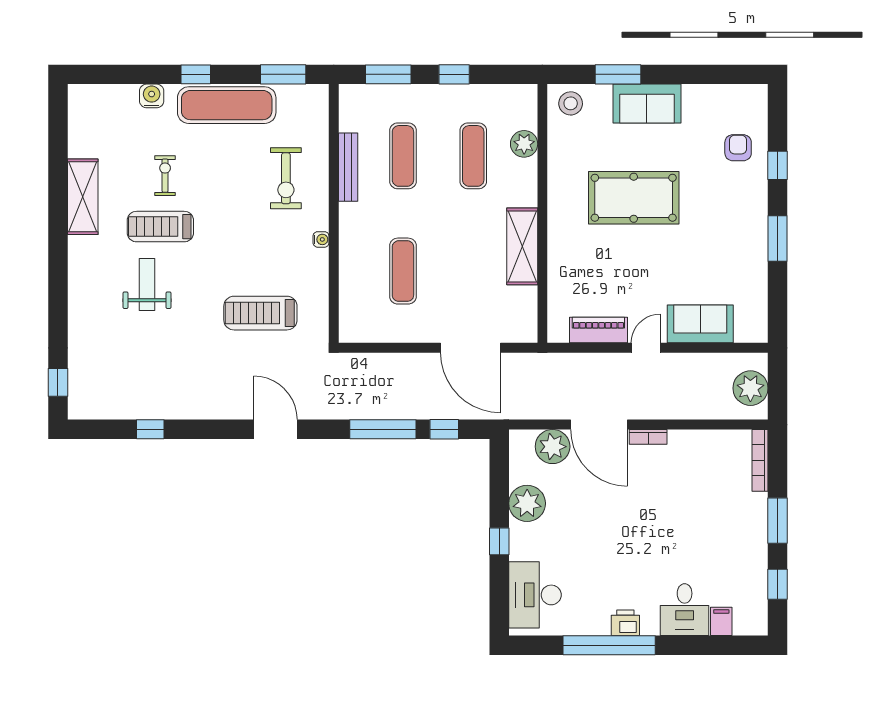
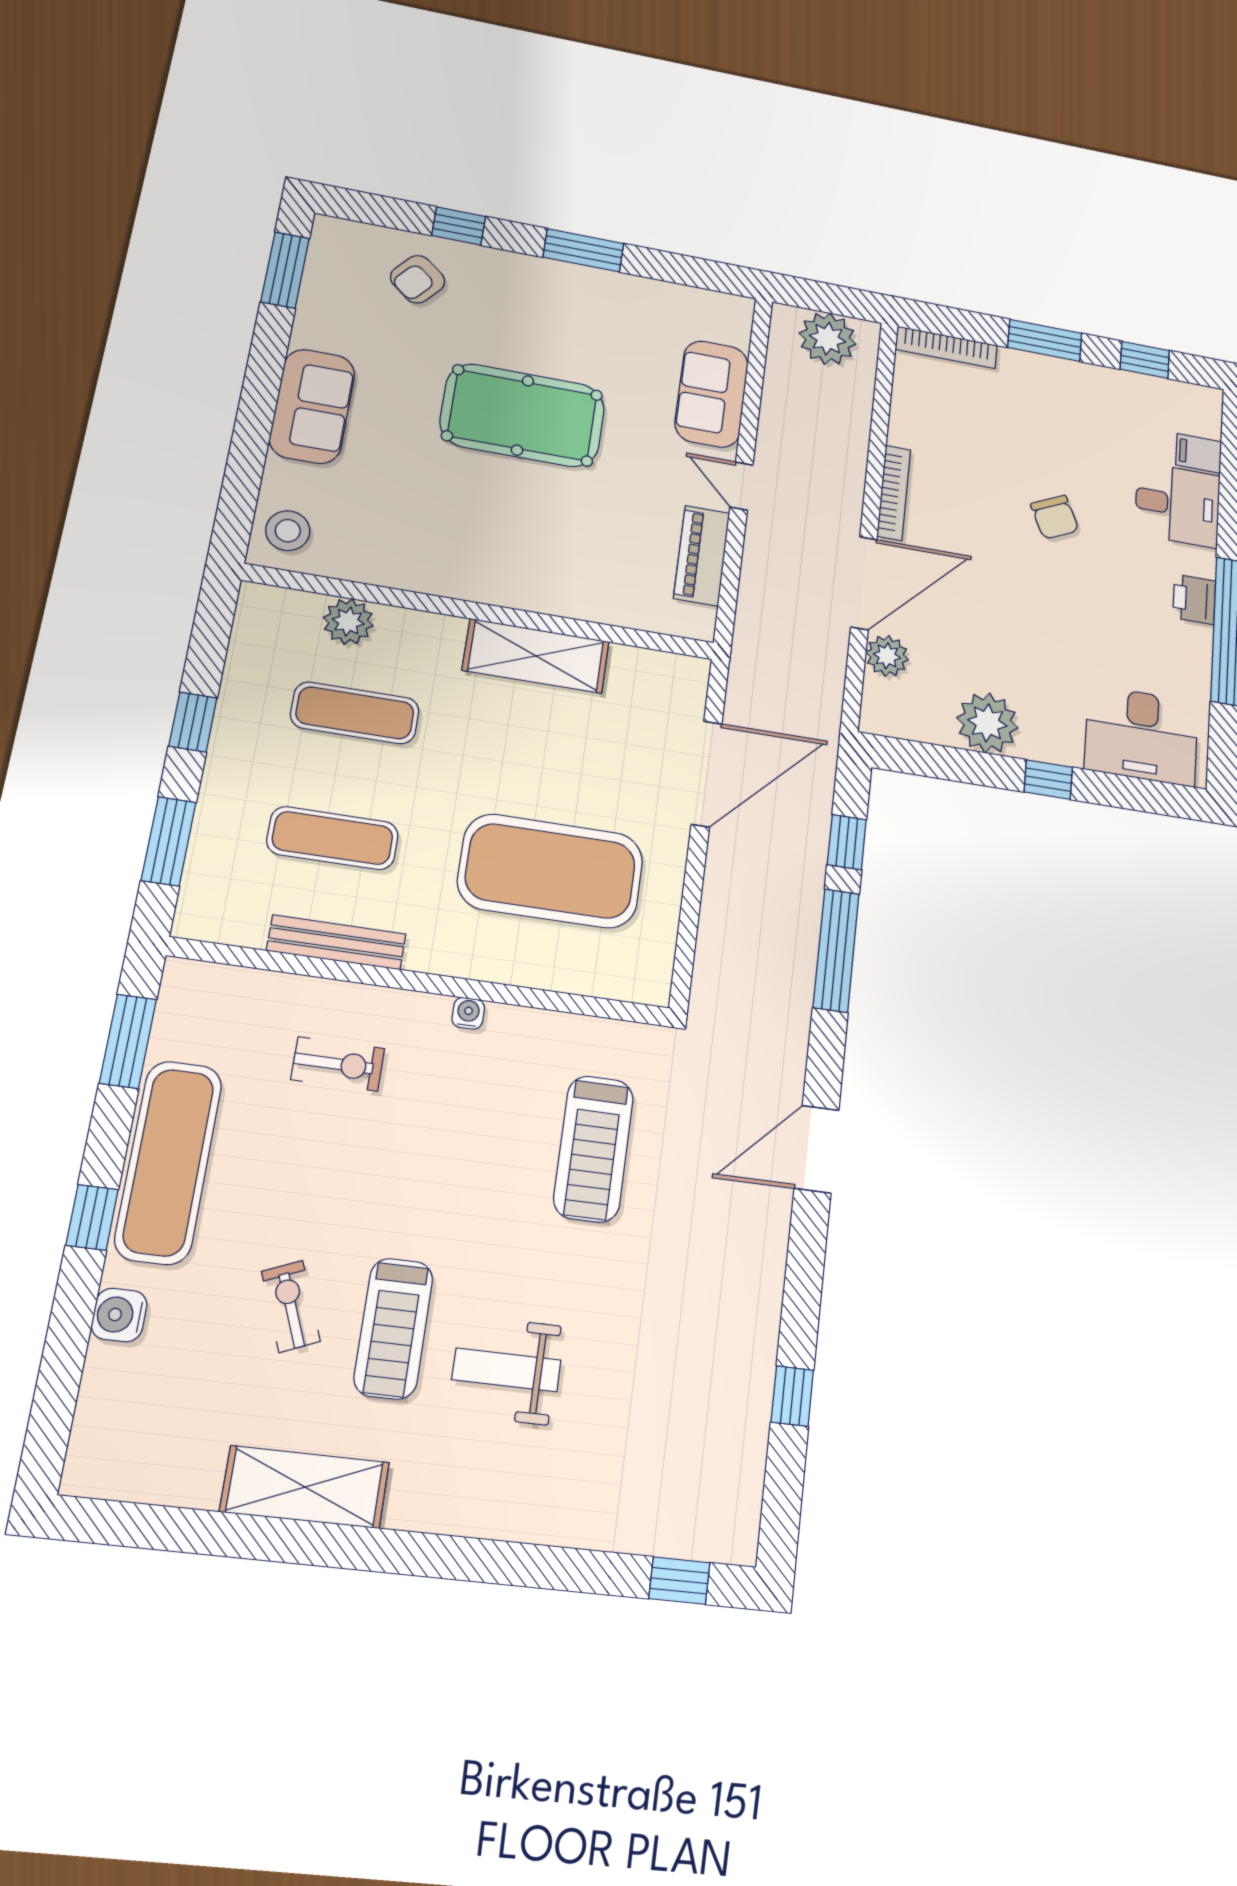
window: (618, 74) -> (285, 270), moved
armchair: (738, 148) -> (418, 279), turned -50
exercise bike: (165, 176) -> (291, 1306), turned 68
exercise bike: (286, 178) -> (338, 1064), width x0.73, depth x0.72
pool table: (634, 198) -> (523, 415), moved, turned 90
exercise mat: (403, 271) -> (551, 871), width x2.00, depth x1.45
bookcase: (648, 437) -> (894, 493), width x1.56
plant: (553, 447) -> (887, 656), width x0.73, depth x0.73
chair: (662, 534) -> (1055, 517), added

